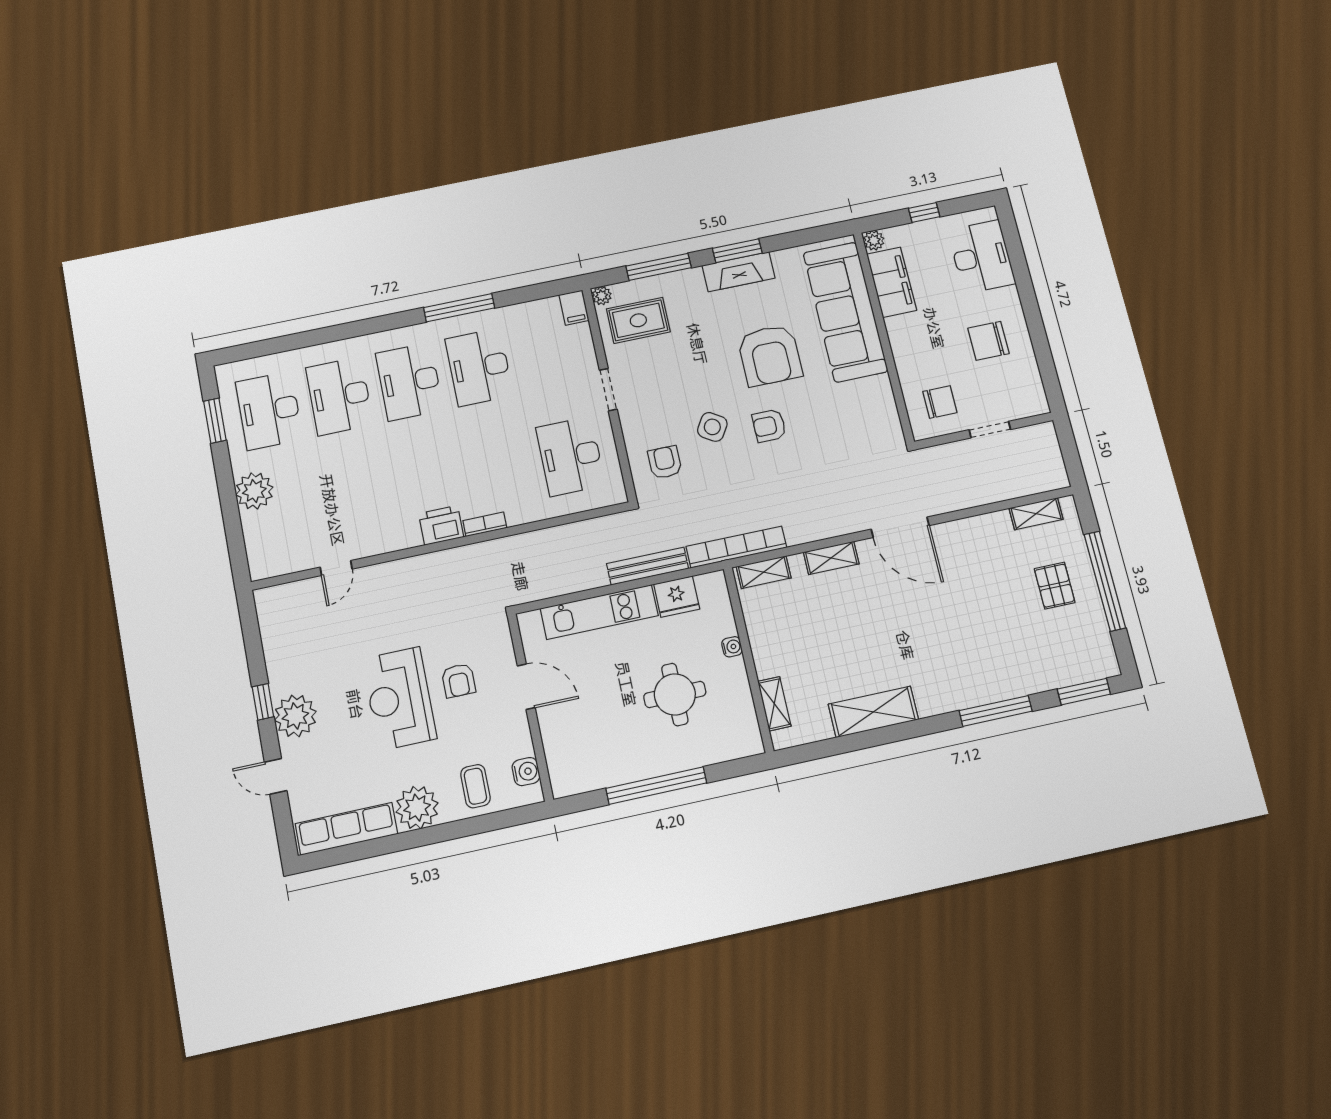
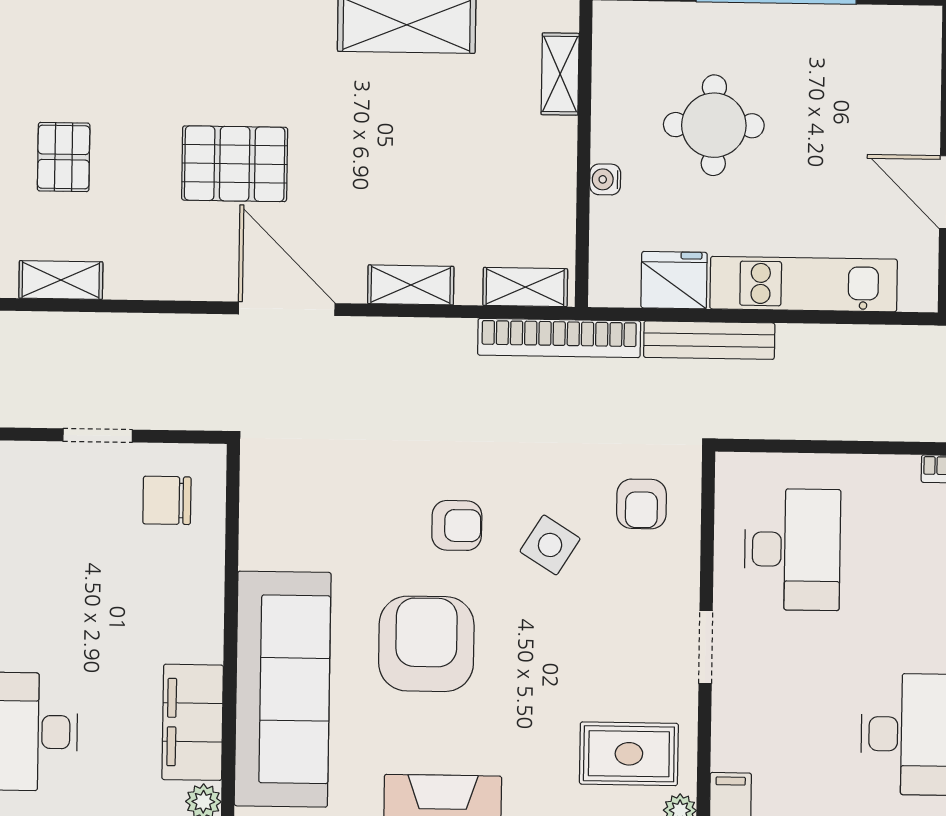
chair: (988, 341) -> (59, 585), removed
pallet: (953, 605) -> (235, 164), added

